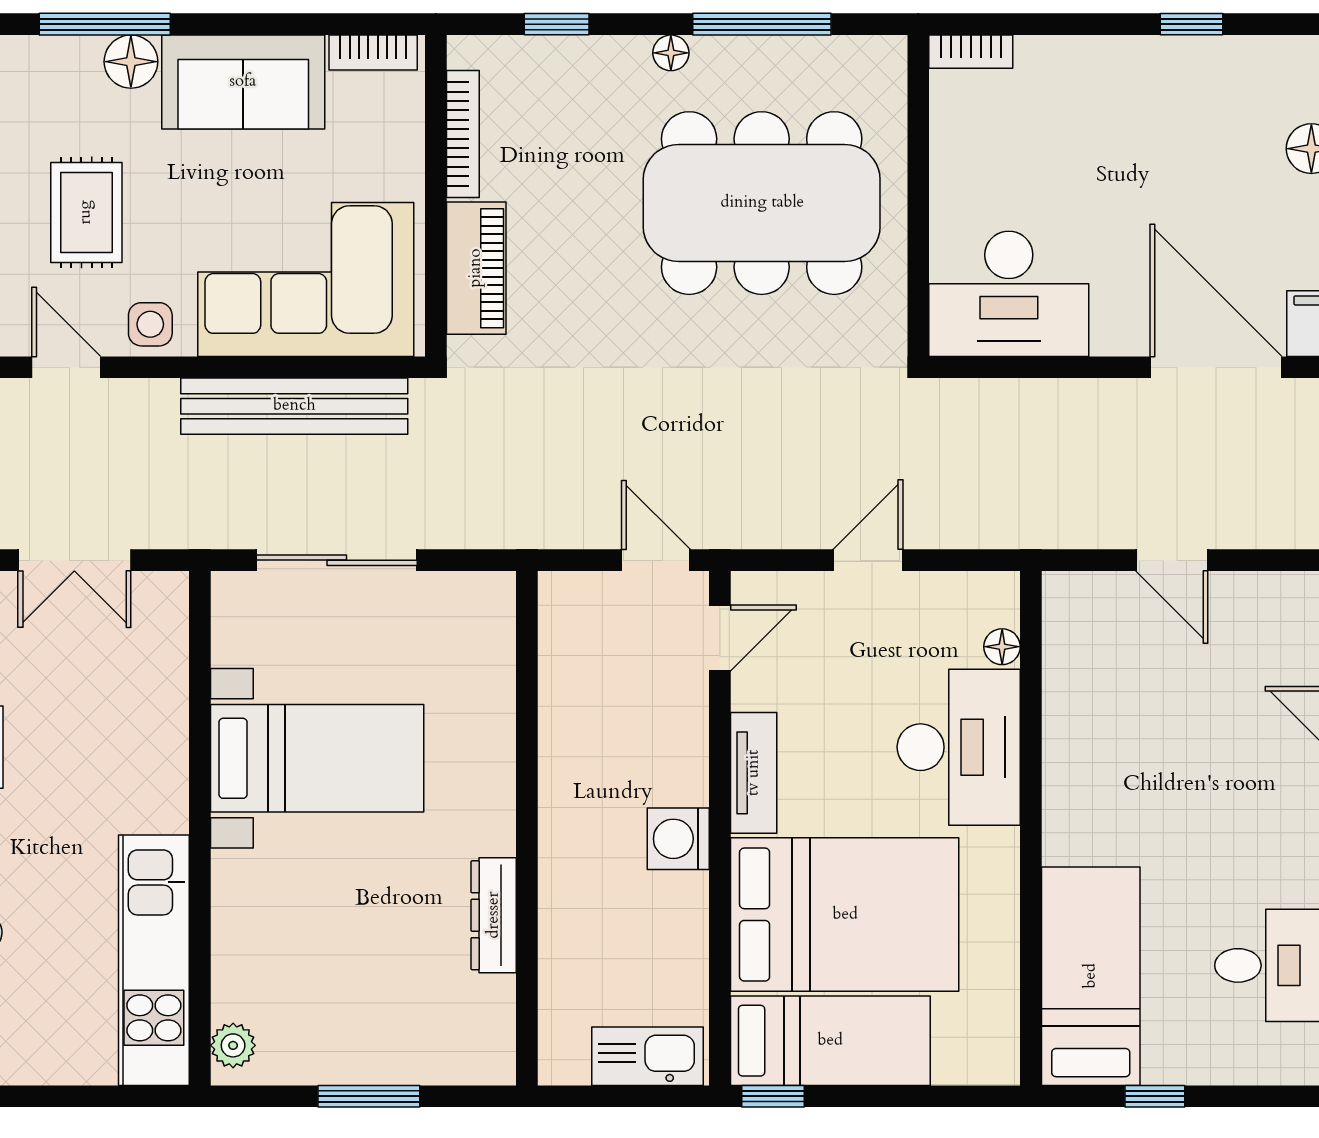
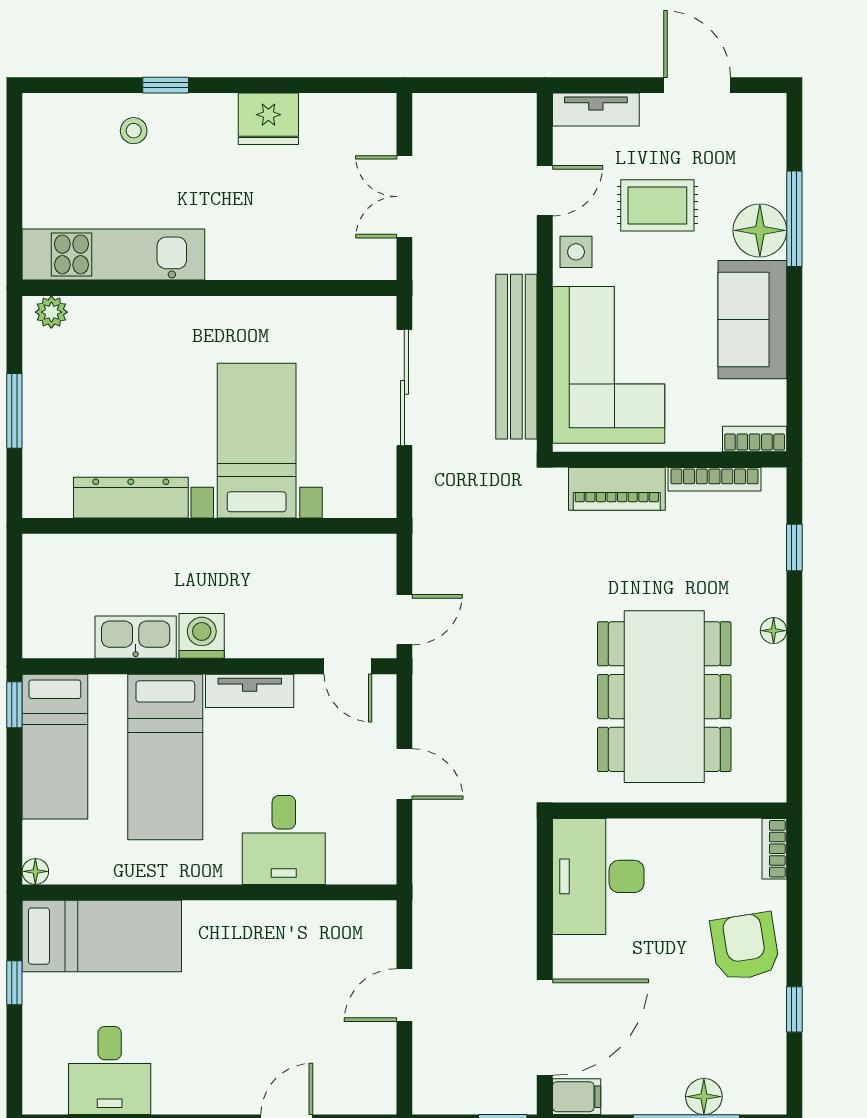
window: (762, 24) -> (794, 697), removed
bookcase: (373, 52) -> (755, 439), moved, turned 90
floor lamp: (131, 62) -> (760, 230), width x1.38, depth x1.38
armchair: (1105, 92) -> (745, 946), added
floor lamp: (1002, 647) -> (35, 871), moved
desk: (959, 747) -> (284, 840), width x0.73
bed with nightstands: (317, 758) -> (257, 441), moved, turned 180
dresser: (494, 915) -> (131, 498), width x1.37, depth x1.24
bed: (845, 915) -> (165, 757), width x0.67
kitchen sink: (647, 1056) -> (136, 637), moved, turned -90

